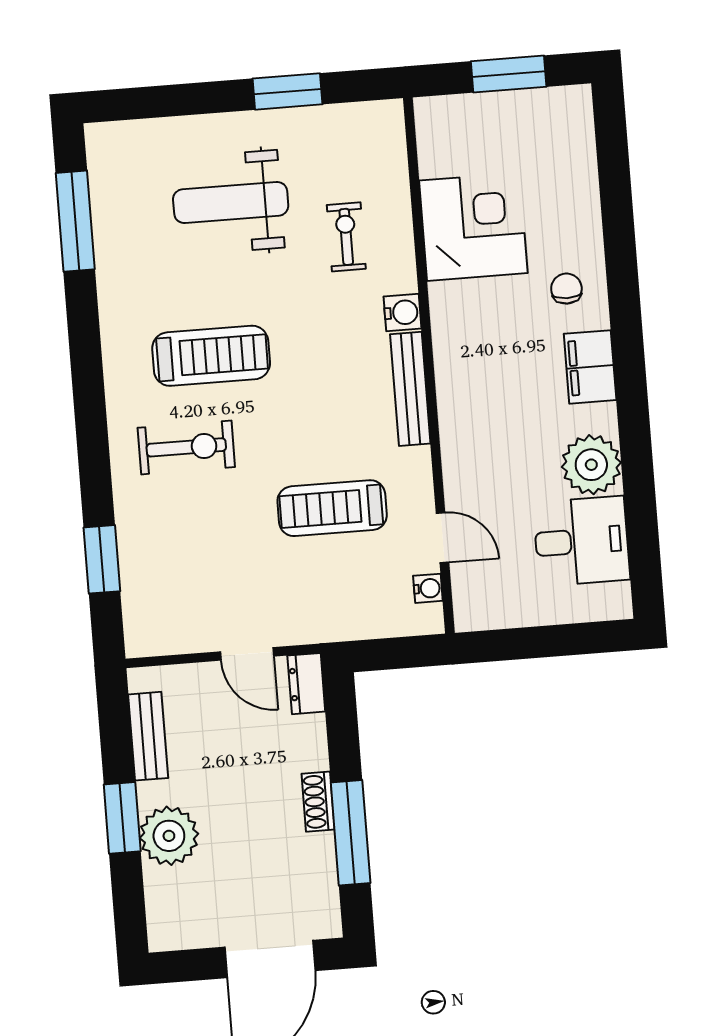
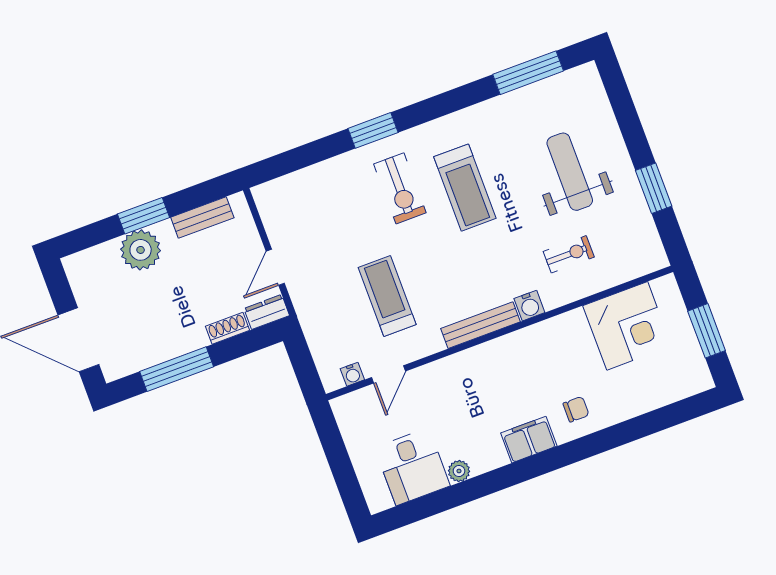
corner desk: (473, 227) -> (627, 326), moved
plant: (591, 465) -> (459, 471), width x0.53, depth x0.53
window: (102, 559) -> (373, 130), moved
shoe rack: (318, 802) -> (228, 328), moved

